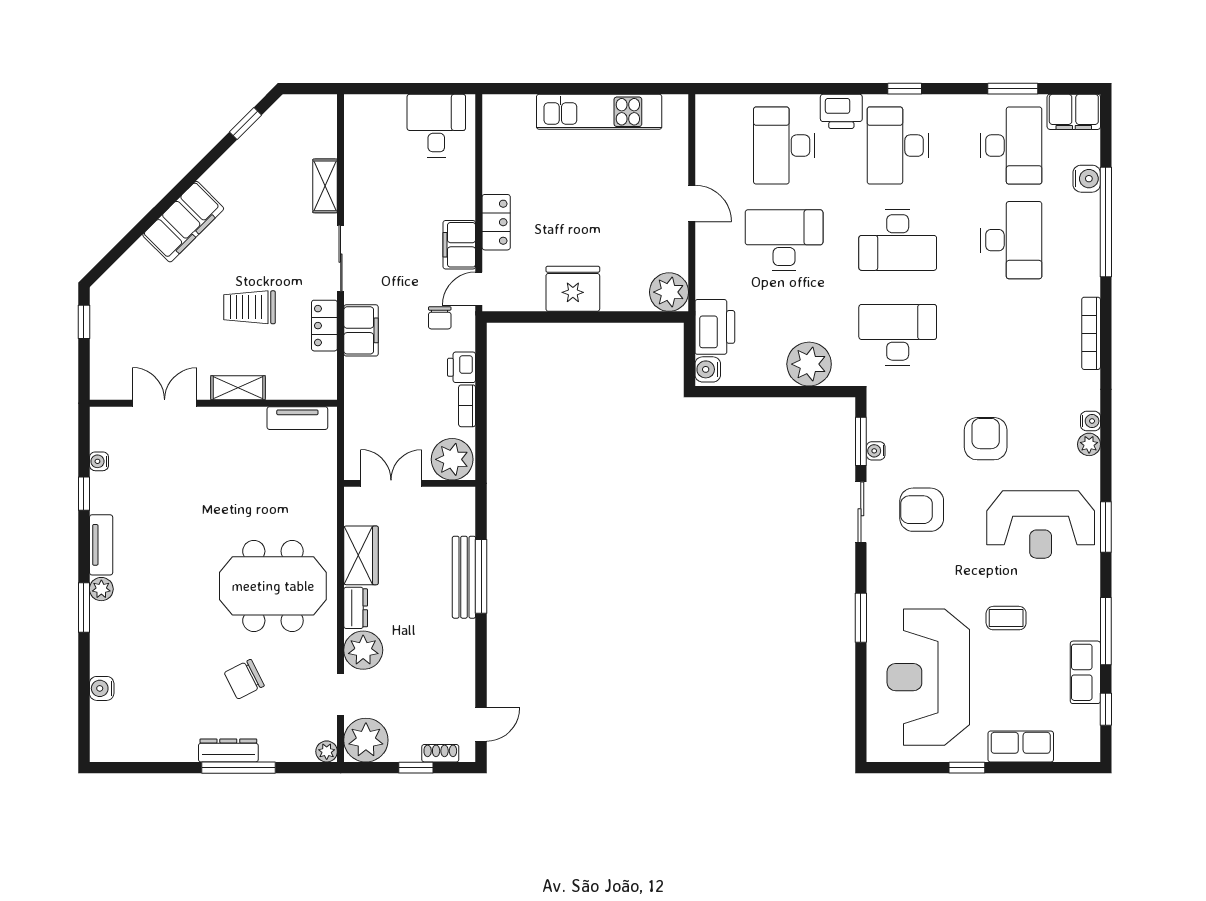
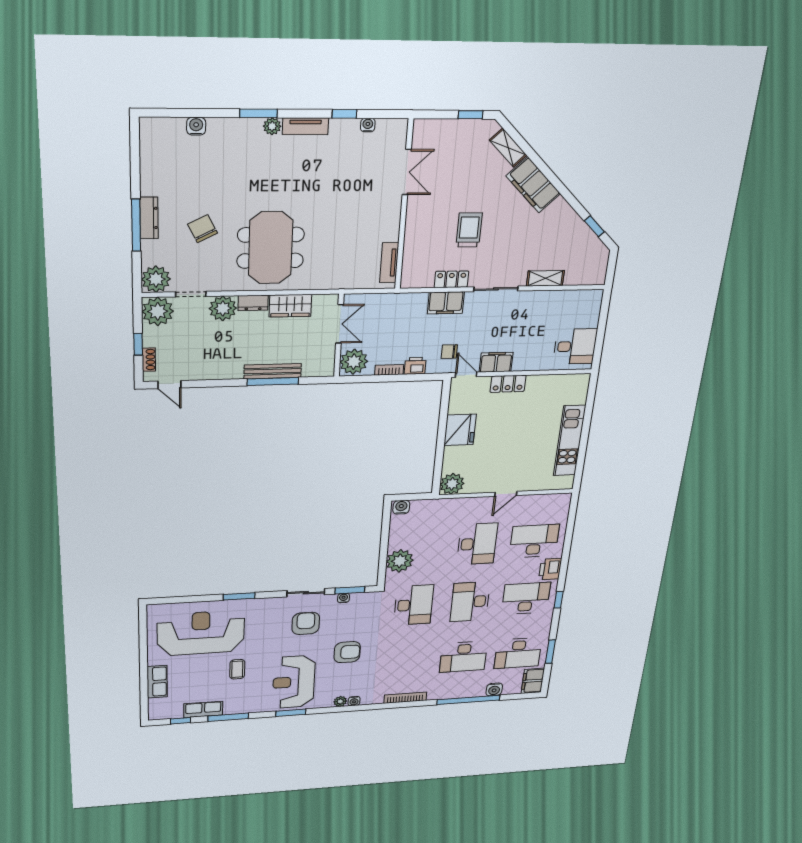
printer: (715, 327) -> (428, 510), removed
shelving: (238, 388) -> (508, 148), moved, turned -45
plant: (327, 751) -> (156, 279), width x1.88, depth x1.88
window: (967, 768) -> (143, 656), removed

